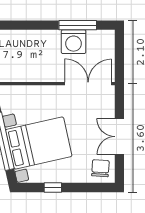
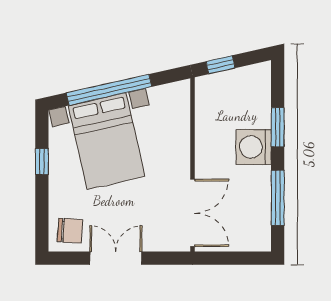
window: (29, 25) -> (278, 127), added
washing machine: (74, 42) -> (254, 147), moved

